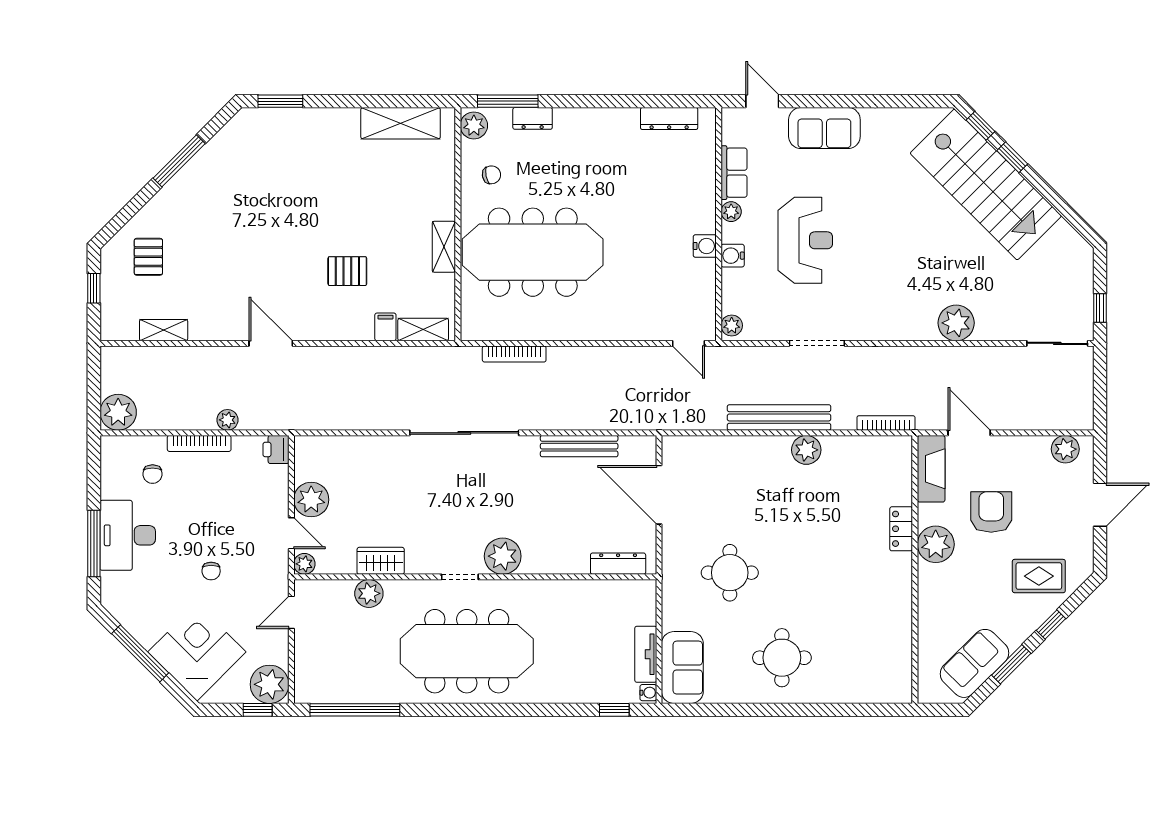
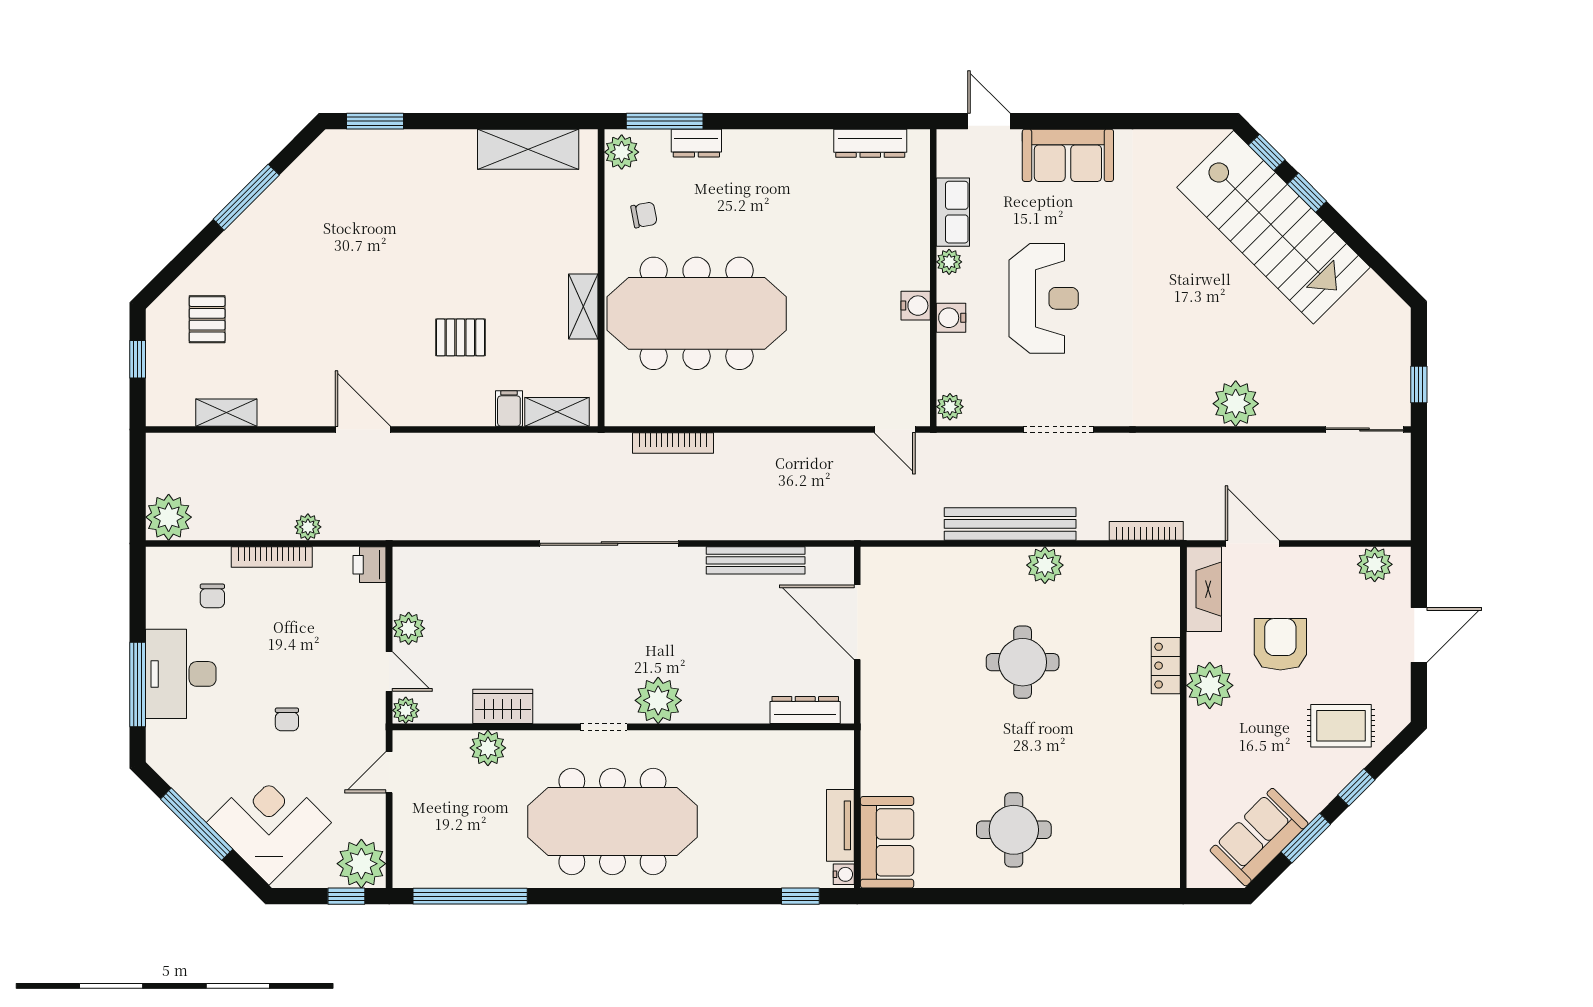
plant: (311, 500) -> (409, 628), width x0.73, depth x0.73
round table: (730, 573) -> (1023, 662), moved

